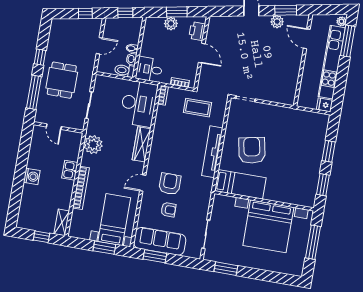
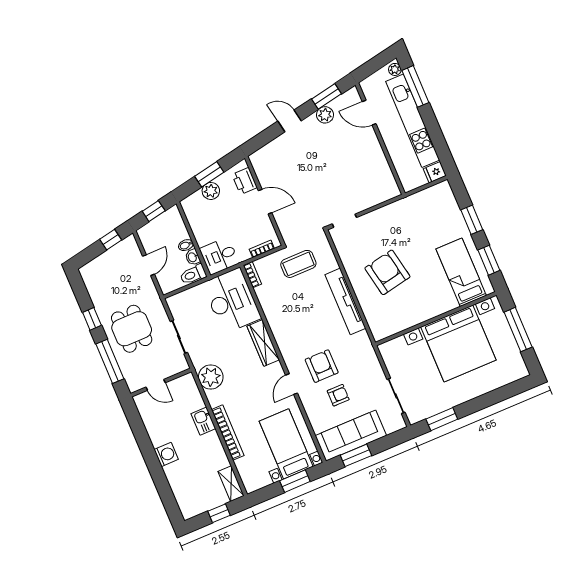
bed: (240, 184) -> (461, 272), moved, turned -90

